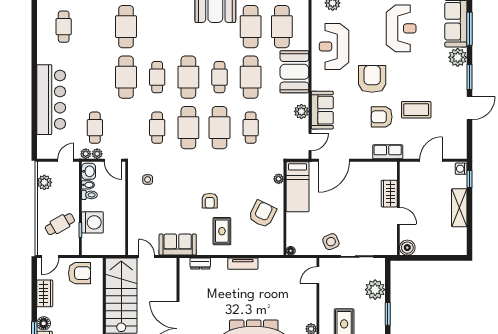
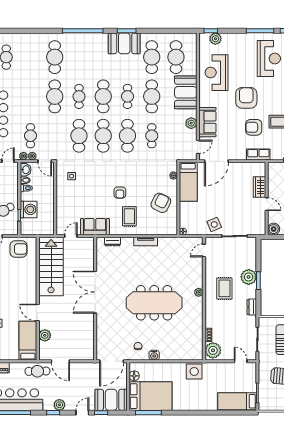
cafe table: (157, 128) -> (79, 136), width x1.37, depth x1.35
door: (147, 257) -> (71, 236), hinge flipped
plant: (375, 290) -> (249, 277), moved

